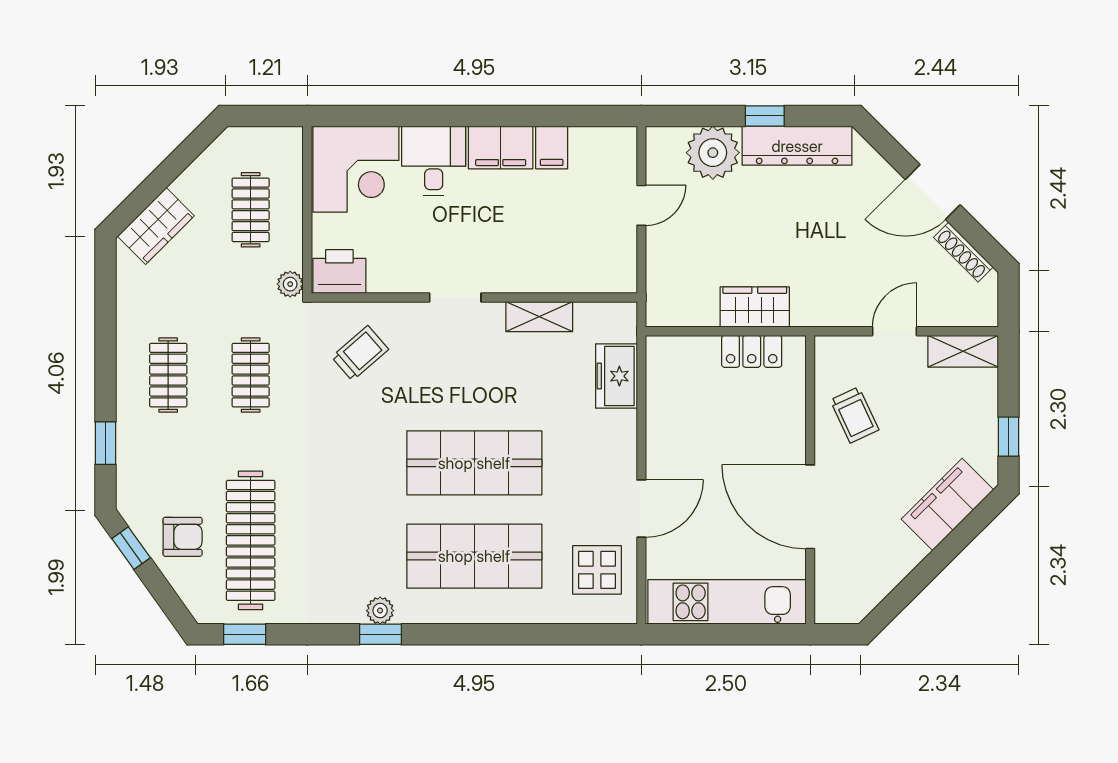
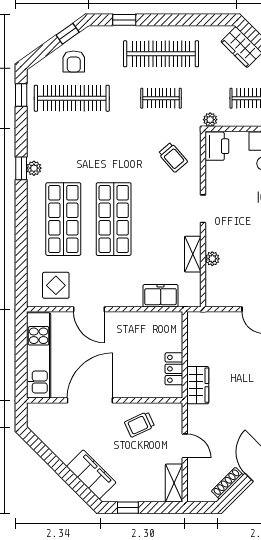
plant: (548, 280) -> (212, 259), added
wardrobe: (755, 307) -> (198, 385), moved
clothes rail: (168, 375) -> (161, 54), width x1.86, depth x1.31

